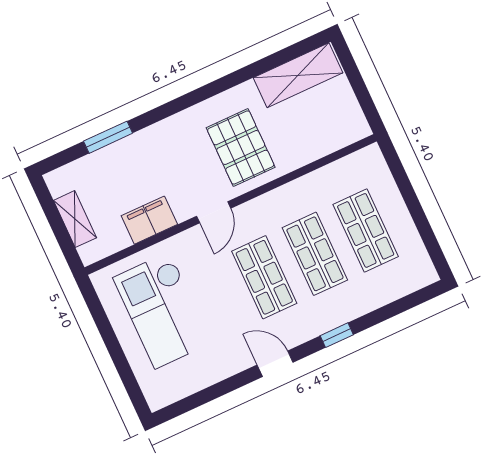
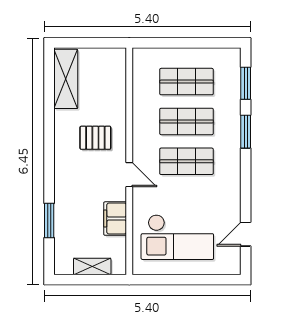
pallet: (241, 148) -> (95, 138), width x0.67, depth x0.71
window: (398, 307) -> (246, 83), added
window: (337, 335) -> (246, 132), width x1.50
door: (275, 364) -> (246, 234), moved

